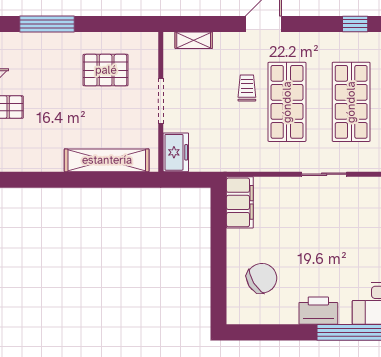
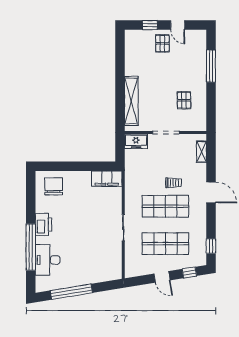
pallet: (106, 70) -> (184, 100), width x0.67, depth x0.71
chair: (262, 278) -> (54, 186), moved, turned -148

